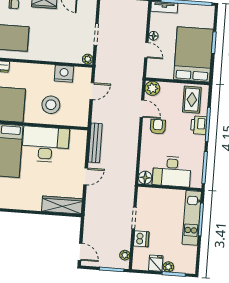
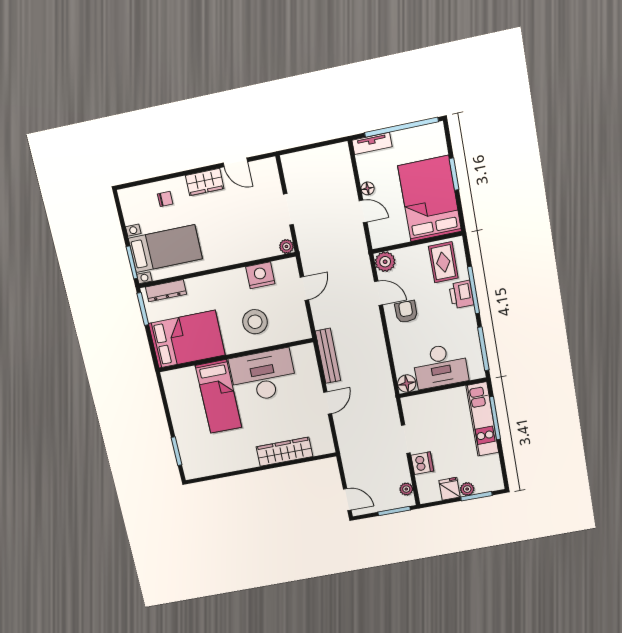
wardrobe: (62, 205) -> (284, 452), moved

